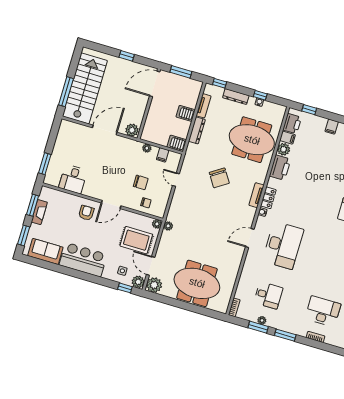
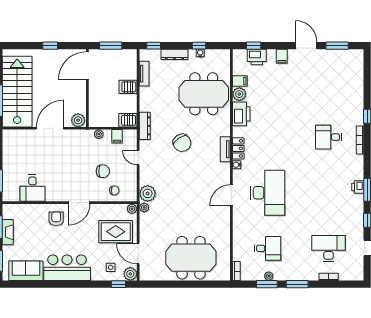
printer: (292, 124) -> (257, 57), moved, turned 90
dresser: (197, 130) -> (145, 126), moved
plant: (154, 285) -> (148, 193), moved

